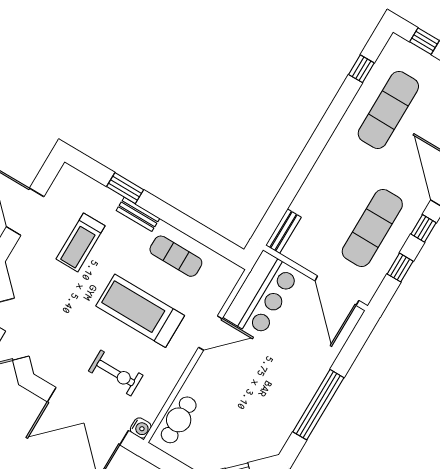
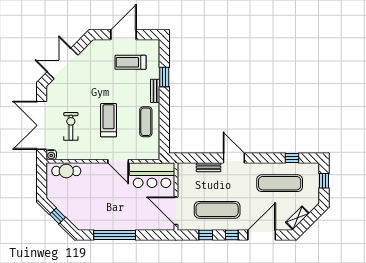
door: (309, 156) -> (234, 158), added
bench: (283, 231) -> (209, 167), moved
treadmill: (81, 242) -> (130, 62), moved
door: (337, 291) -> (176, 211), hinge flipped
treadmill: (140, 311) -> (109, 120), width x0.73, depth x0.73
exercise bike: (116, 373) -> (71, 126), turned 180

